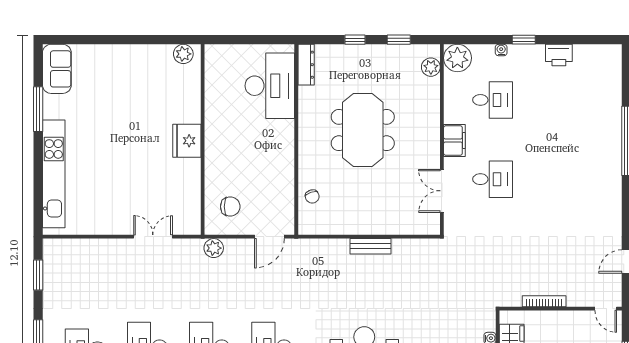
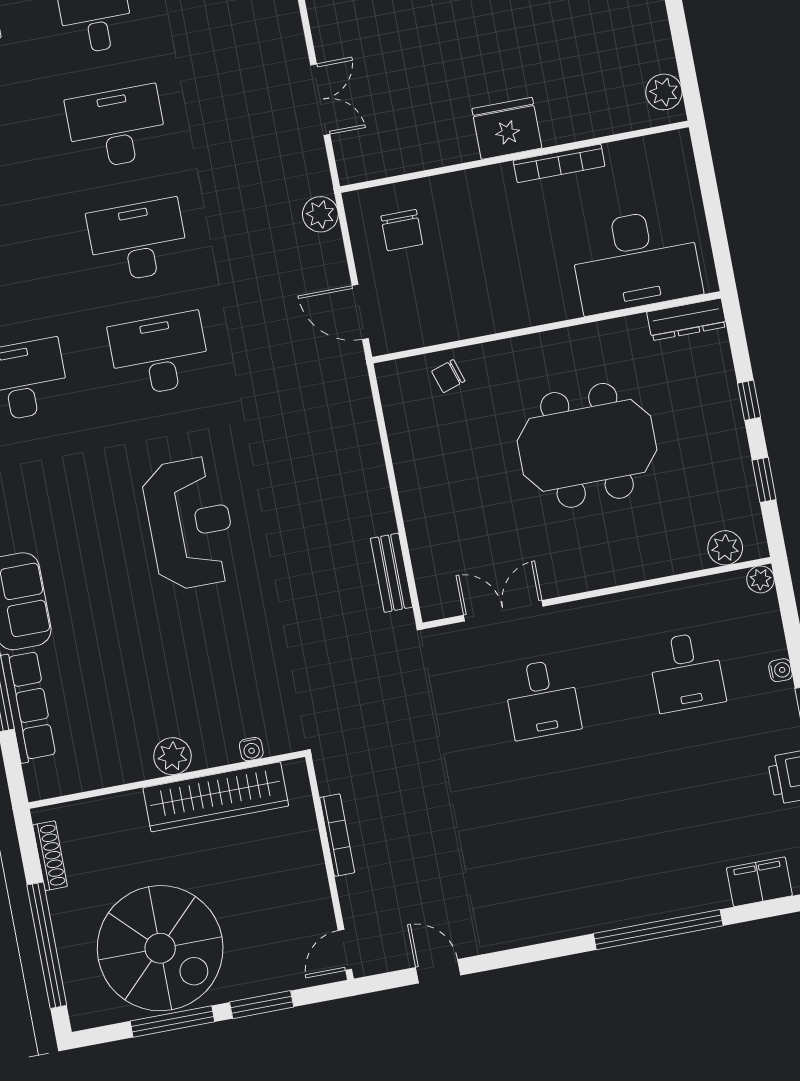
plant: (457, 58) -> (760, 579), width x0.53, depth x0.53
bookcase: (211, 117) -> (559, 163), added
filing cabinet: (454, 140) -> (759, 882), moved, turned 180
bench: (371, 246) -> (391, 573), moved

